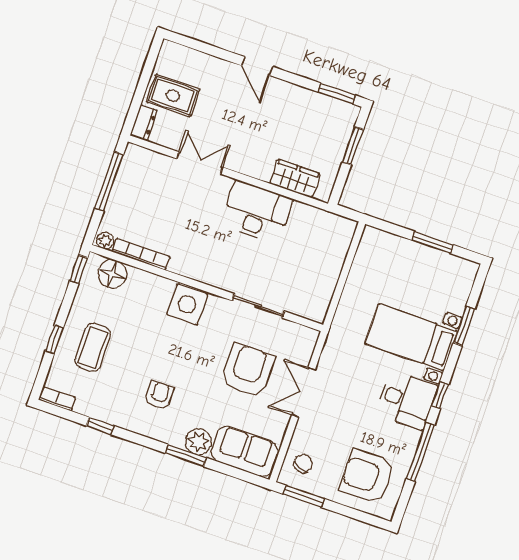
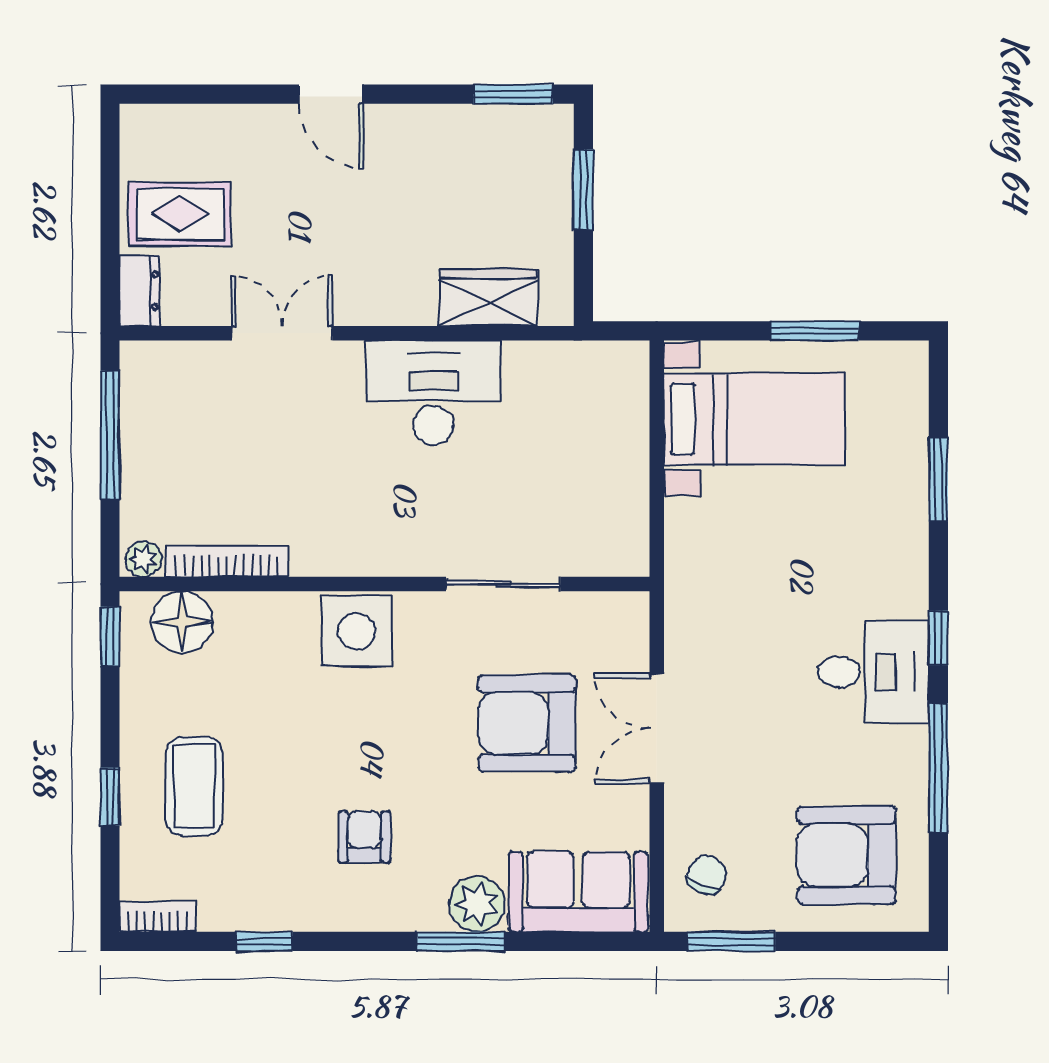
bed with nightstands: (411, 337) -> (754, 419), moved, turned 180
armchair: (248, 370) -> (527, 723), turned -90

